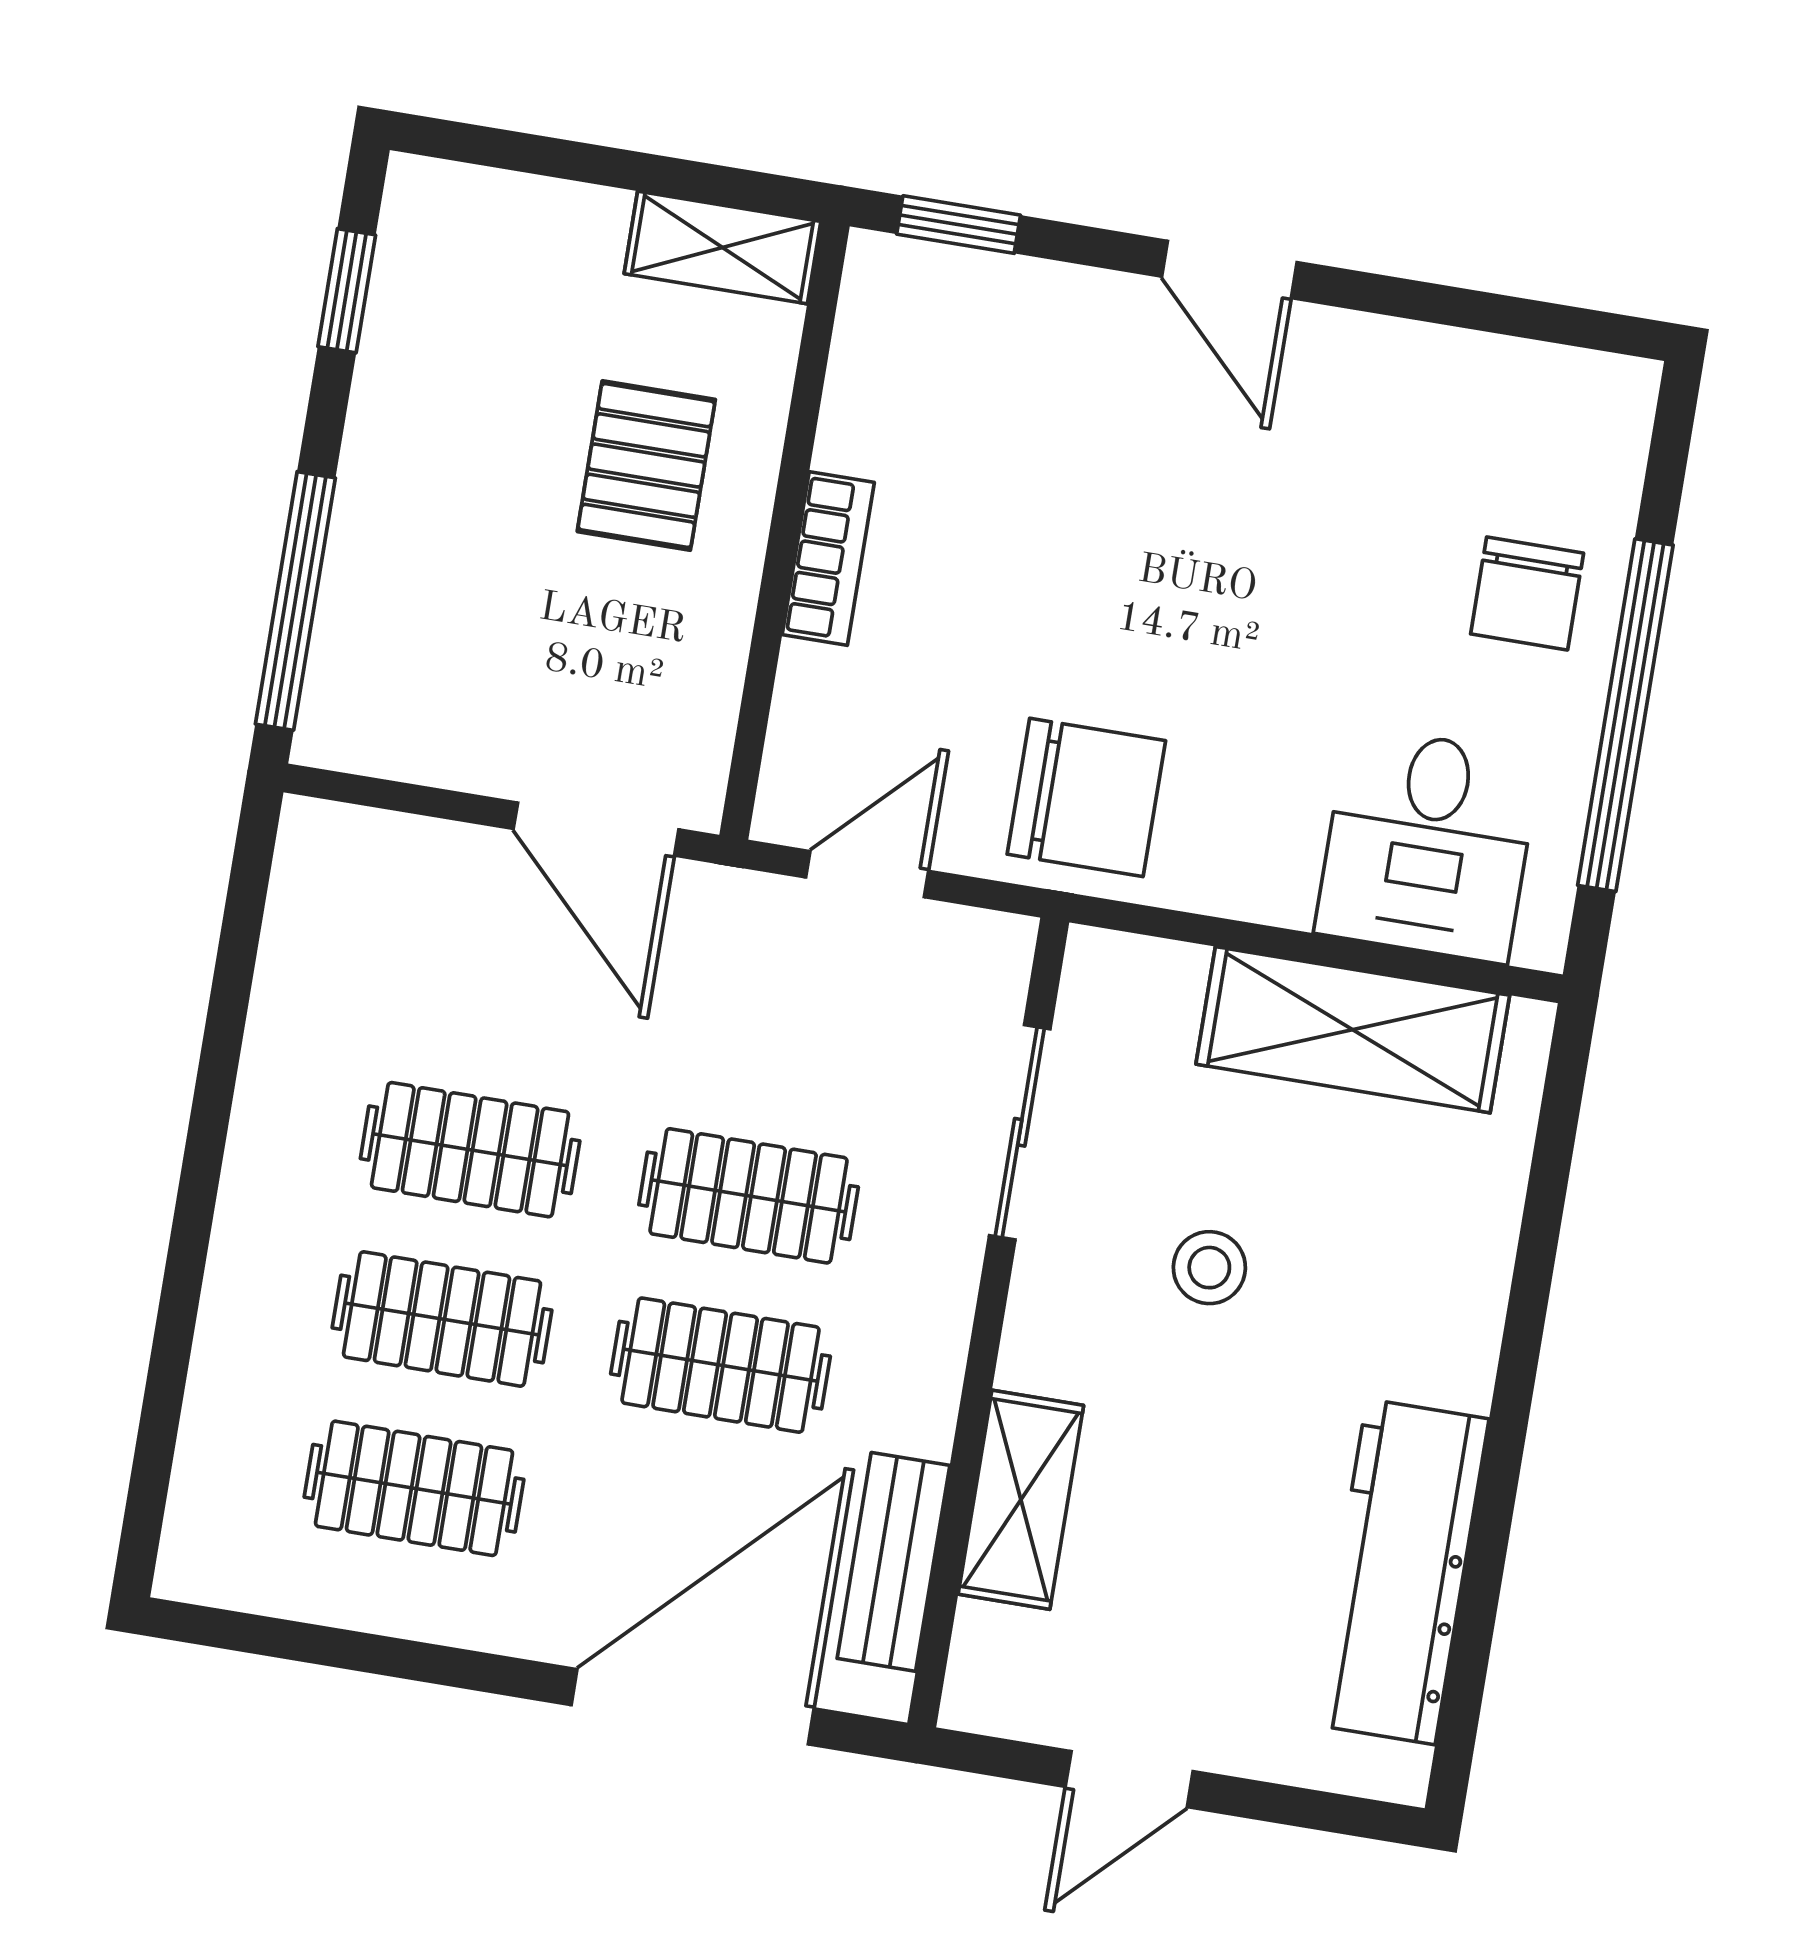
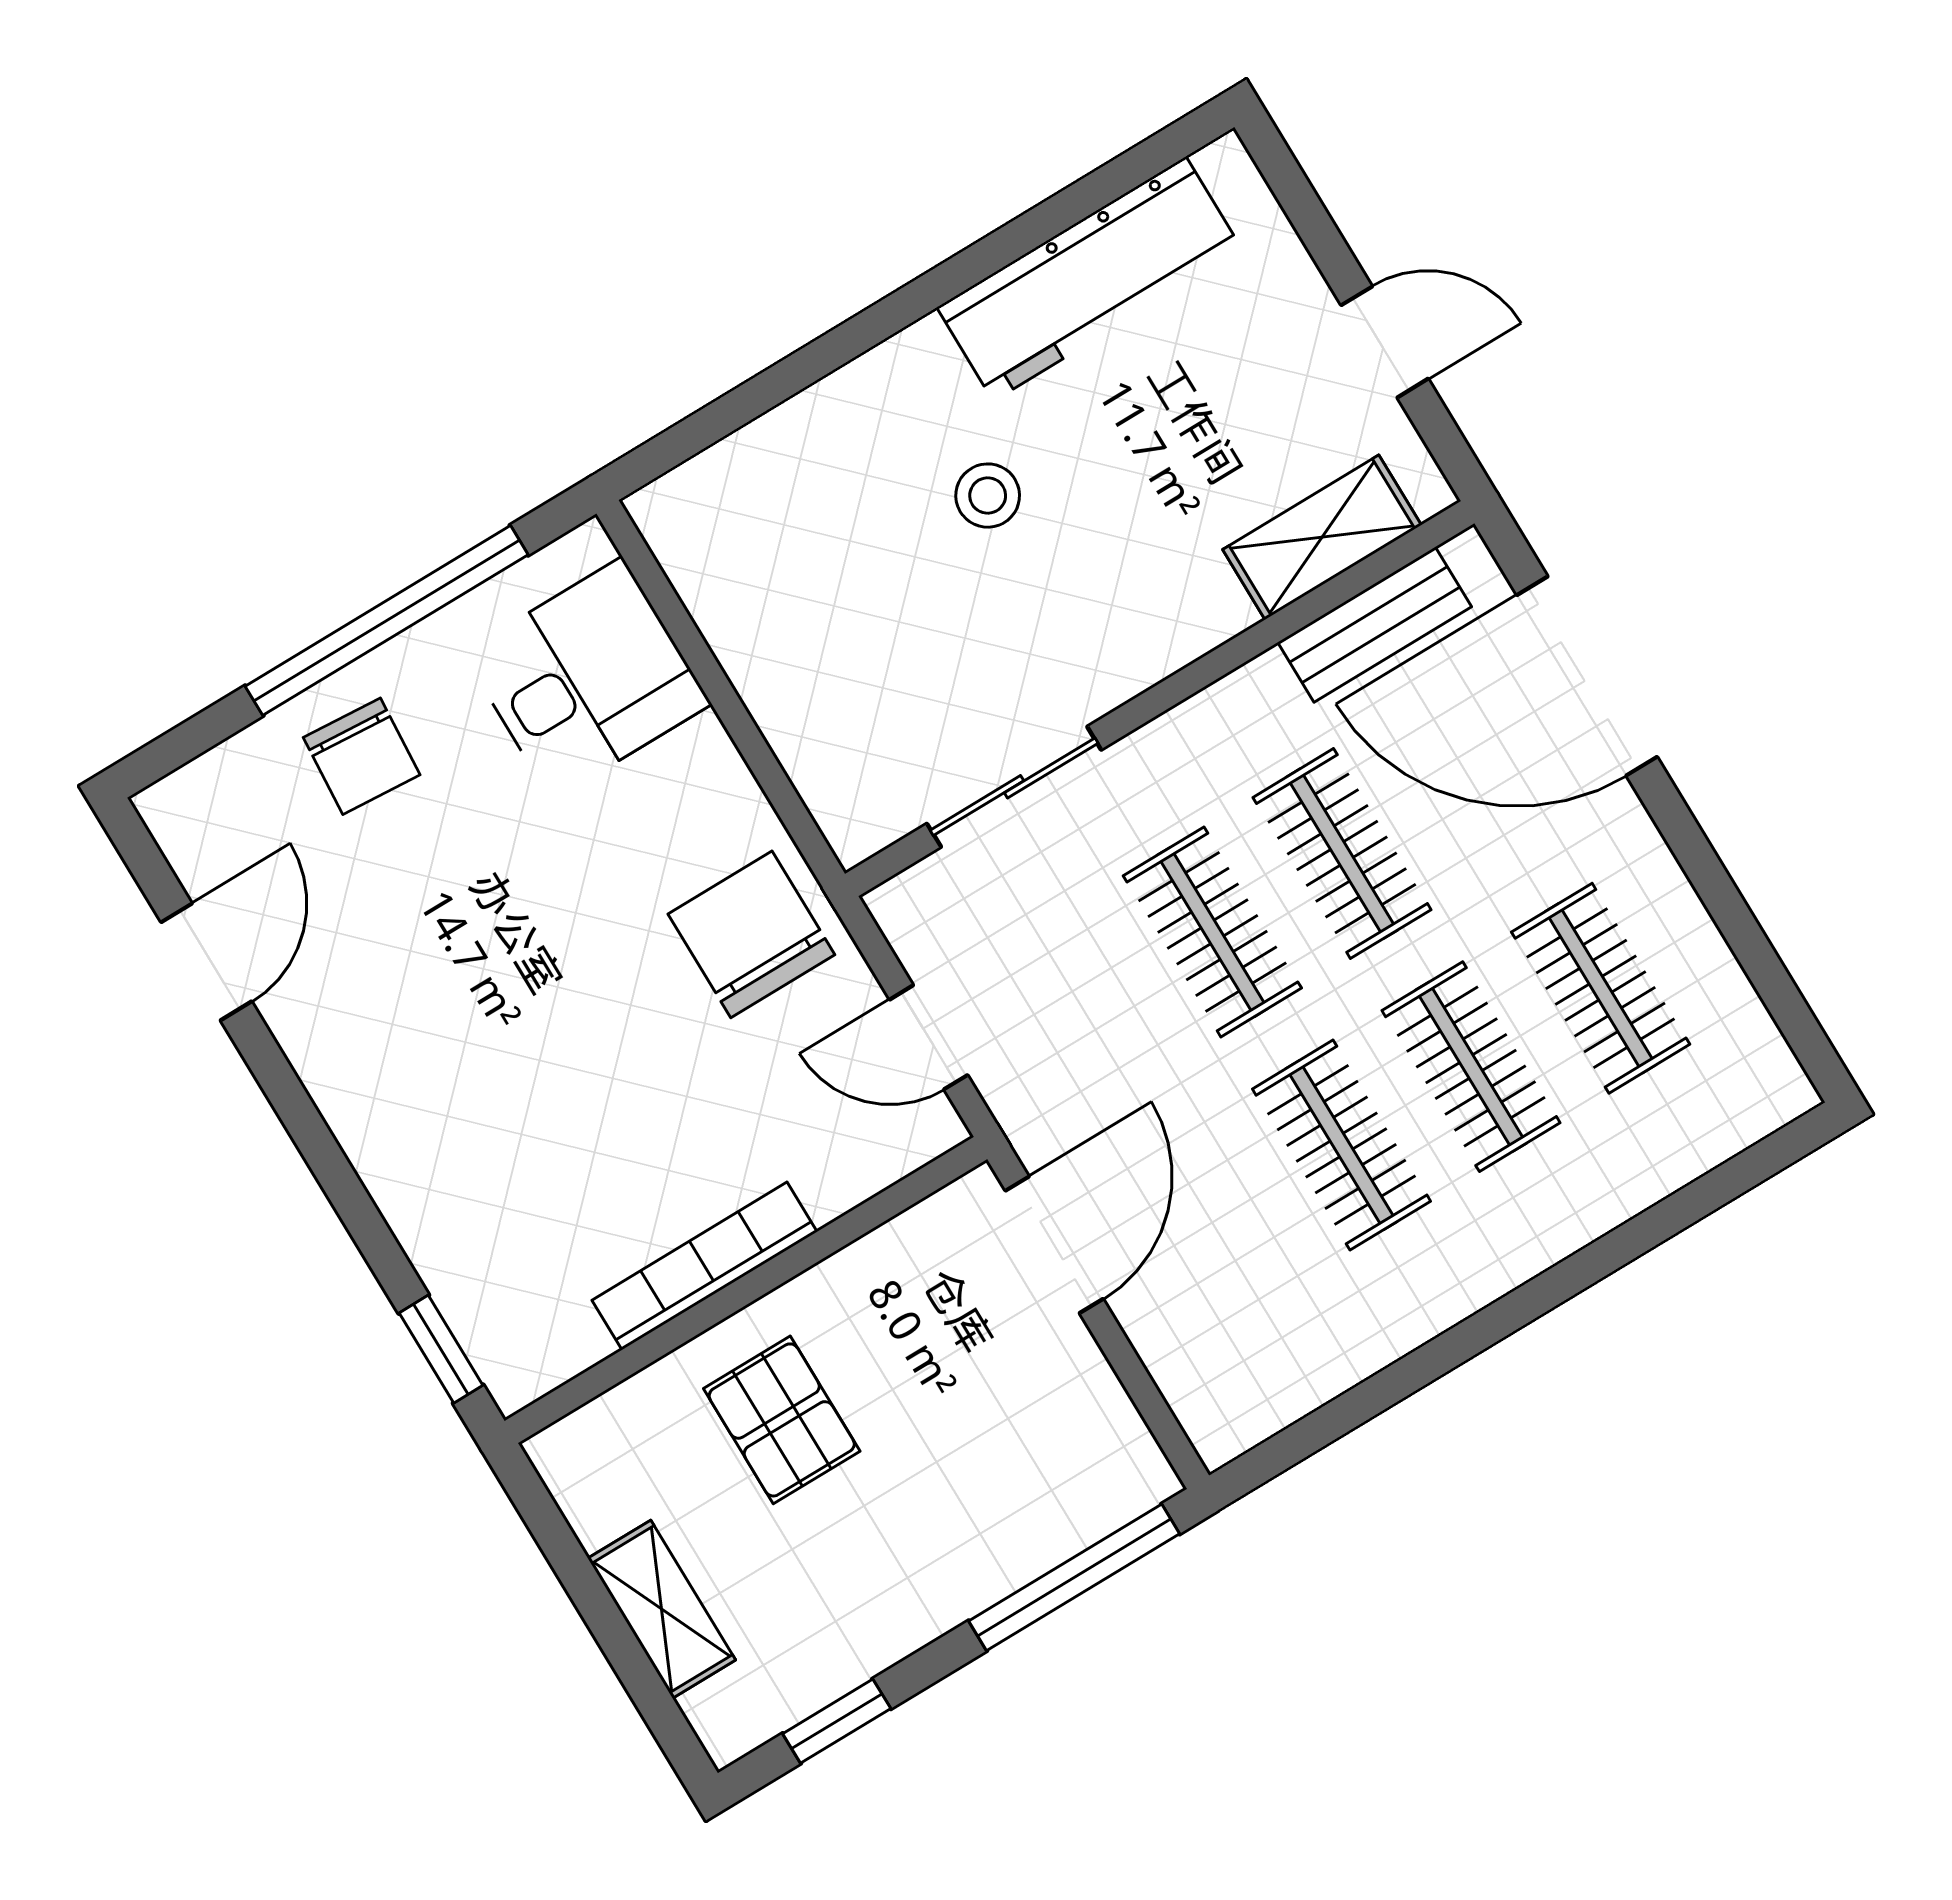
shelving: (722, 248) -> (662, 1609), moved
door: (1229, 269) -> (206, 962), moved
pallet: (646, 466) -> (782, 1420), turned 90
bookcase: (828, 558) -> (704, 1266), width x1.56
chair: (1527, 593) -> (362, 756), turned 94
shelving: (1353, 1030) -> (754, 622), removed
stool: (1209, 1268) -> (988, 496), moved
shelving: (1021, 1500) -> (1322, 537), moved

